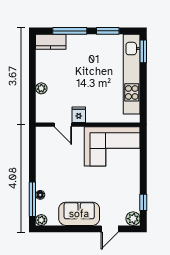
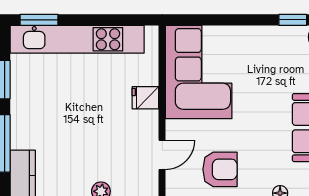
fridge: (79, 115) -> (145, 98), moved
armchair: (54, 159) -> (220, 169), added

